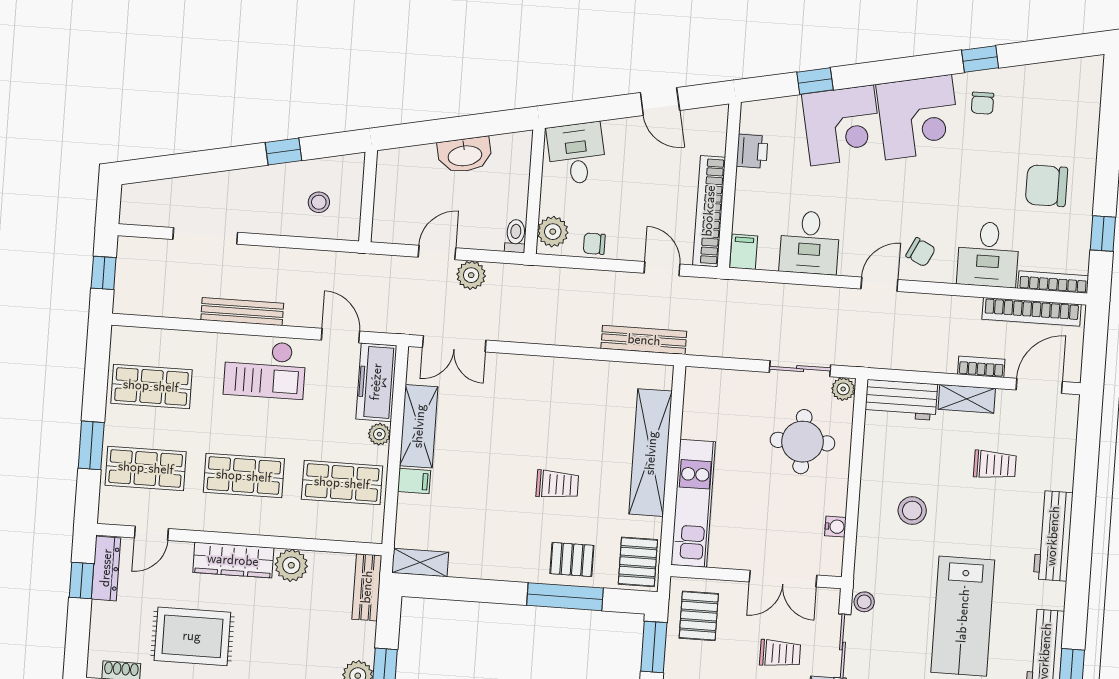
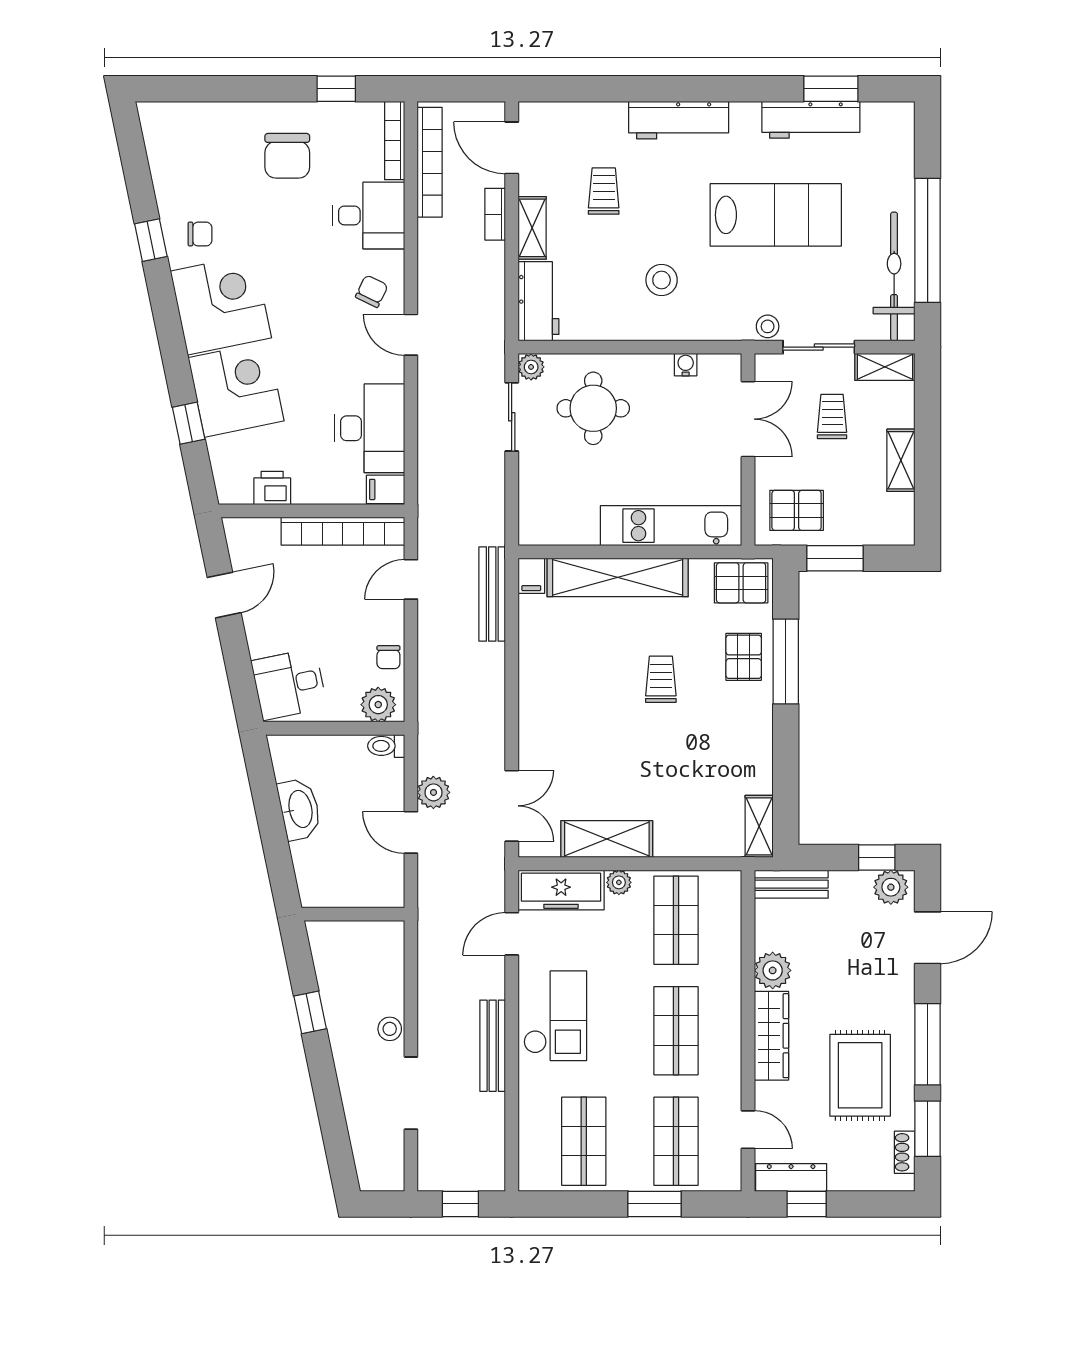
stool: (319, 202) -> (390, 1029), moved
desk: (810, 242) -> (370, 428), width x1.37
filing cabinet: (414, 481) -> (531, 576), moved, turned 180

